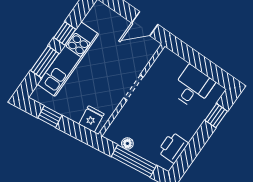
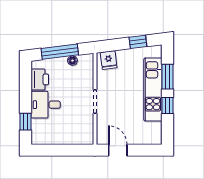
door: (145, 24) -> (118, 150), hinge flipped
desk: (193, 87) -> (46, 105), moved, turned 90

